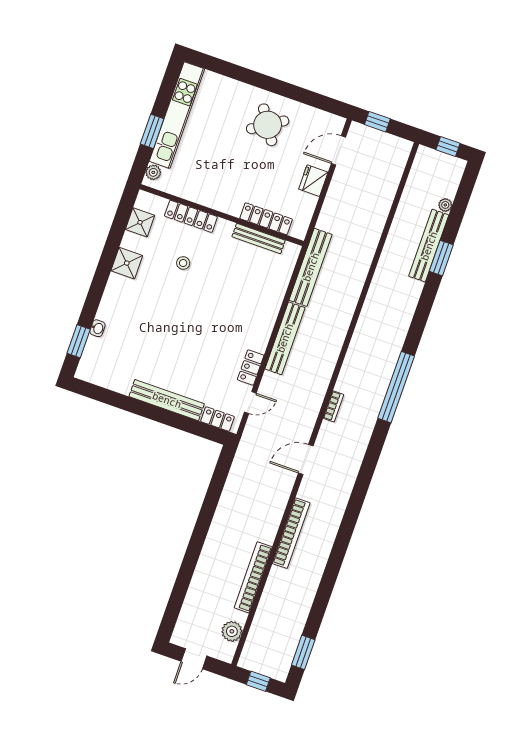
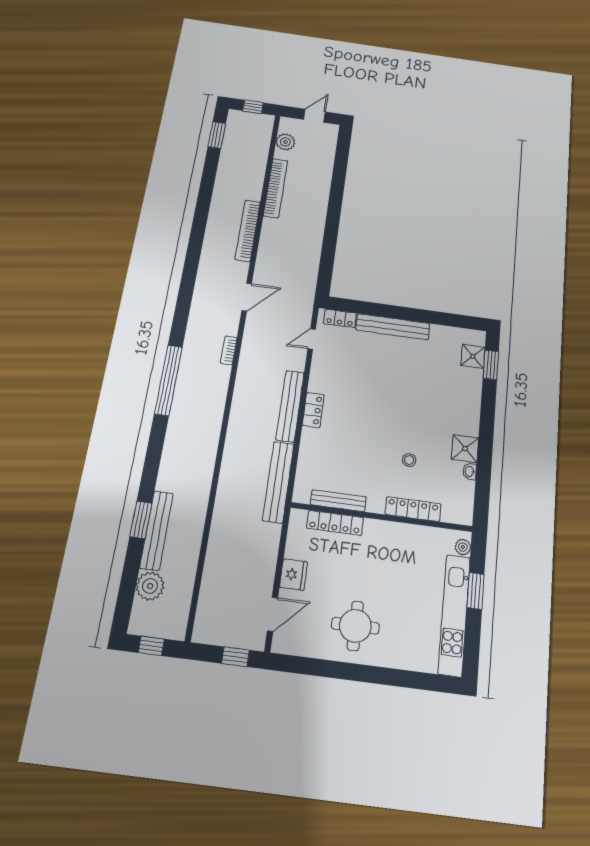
round table: (268, 125) -> (355, 626), turned 33
plant: (445, 205) -> (150, 586), width x1.88, depth x1.88
shower: (140, 222) -> (473, 356), moved
washbasin: (97, 328) -> (470, 471), moved
locker: (251, 367) -> (313, 410), moved

